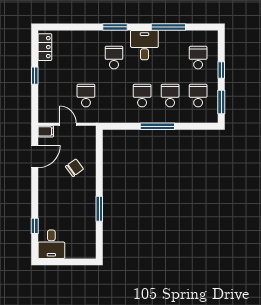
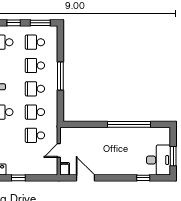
school desk: (114, 96) -> (35, 112), added
chair: (74, 168) -> (95, 145), removed
window: (99, 209) -> (129, 124), width x2.11
desk: (51, 244) -> (158, 160), width x1.37
window: (61, 262) -> (173, 156), added

